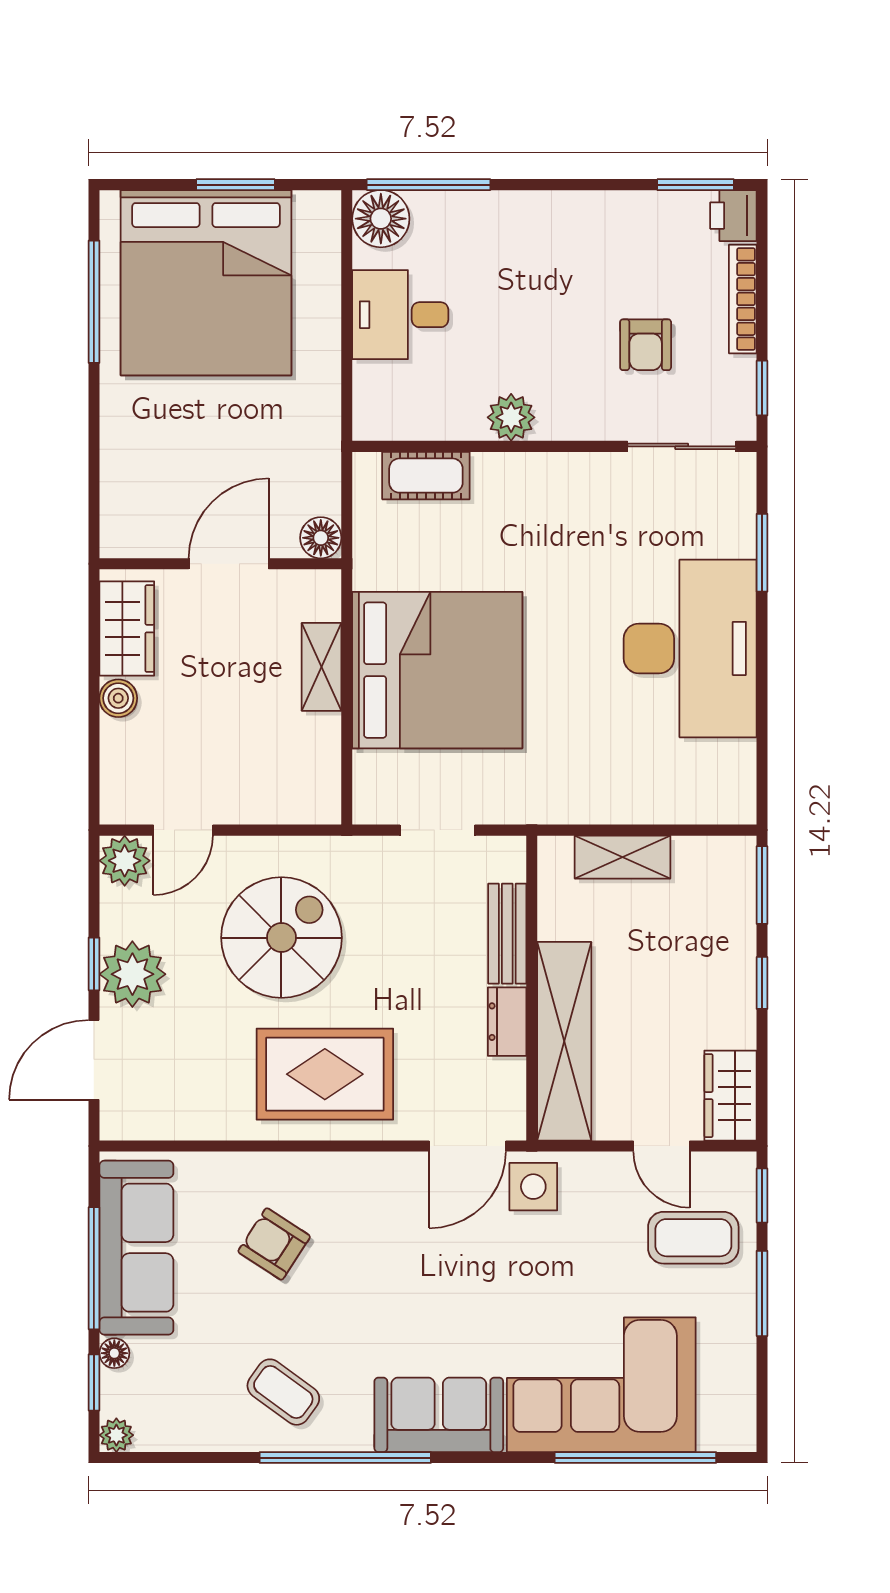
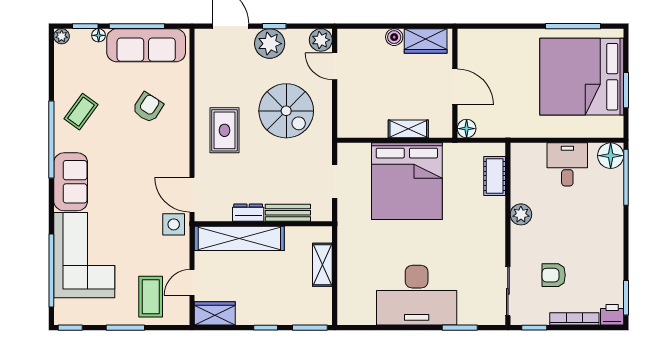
rug: (325, 1074) -> (224, 130), width x0.73, depth x0.70
window: (762, 1196) -> (70, 328), moved

